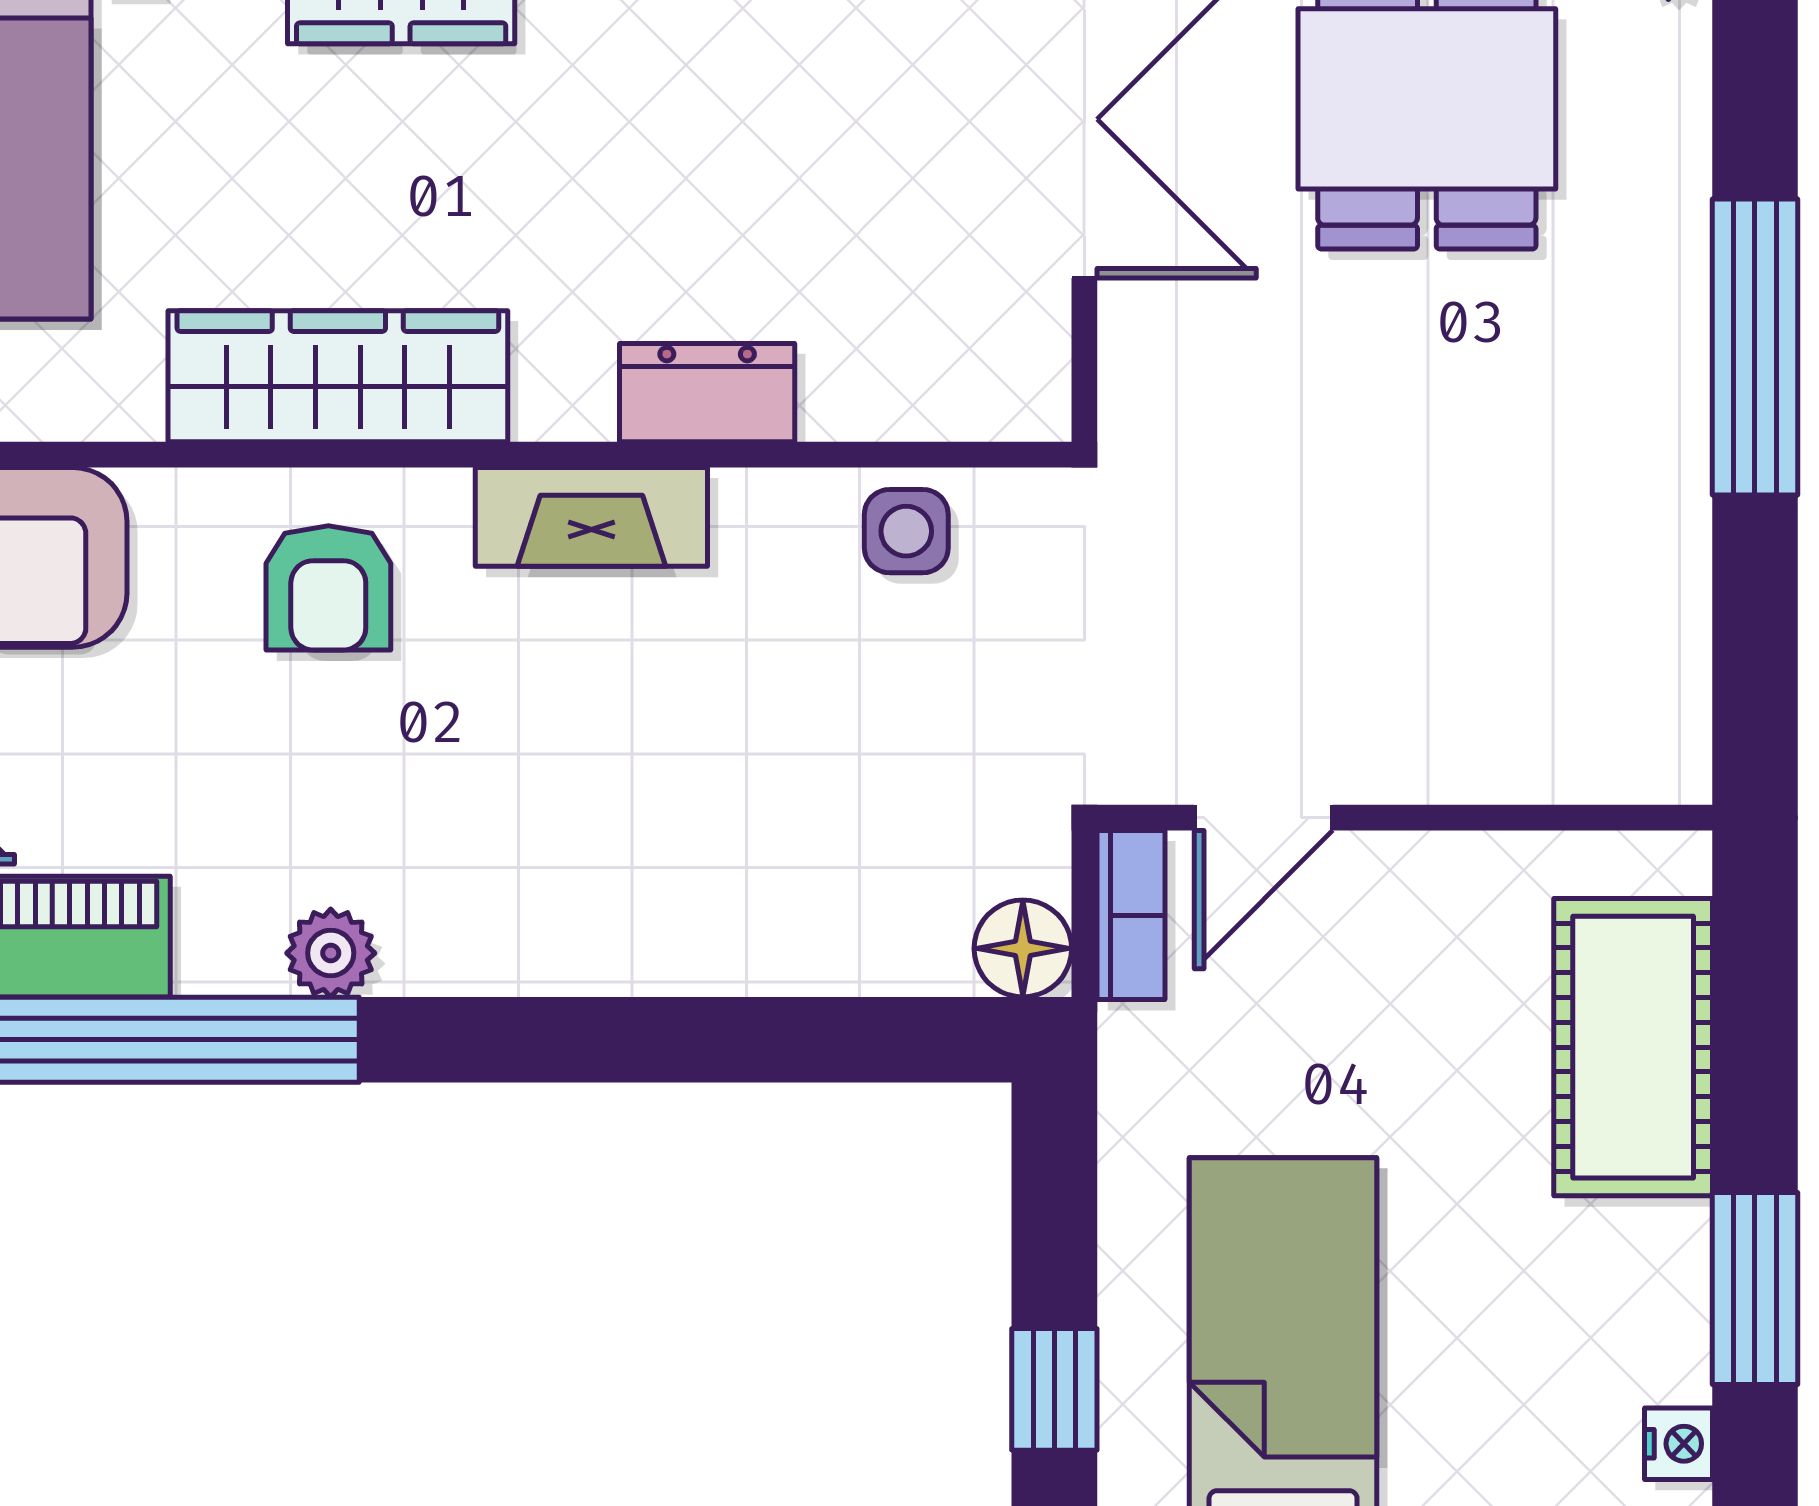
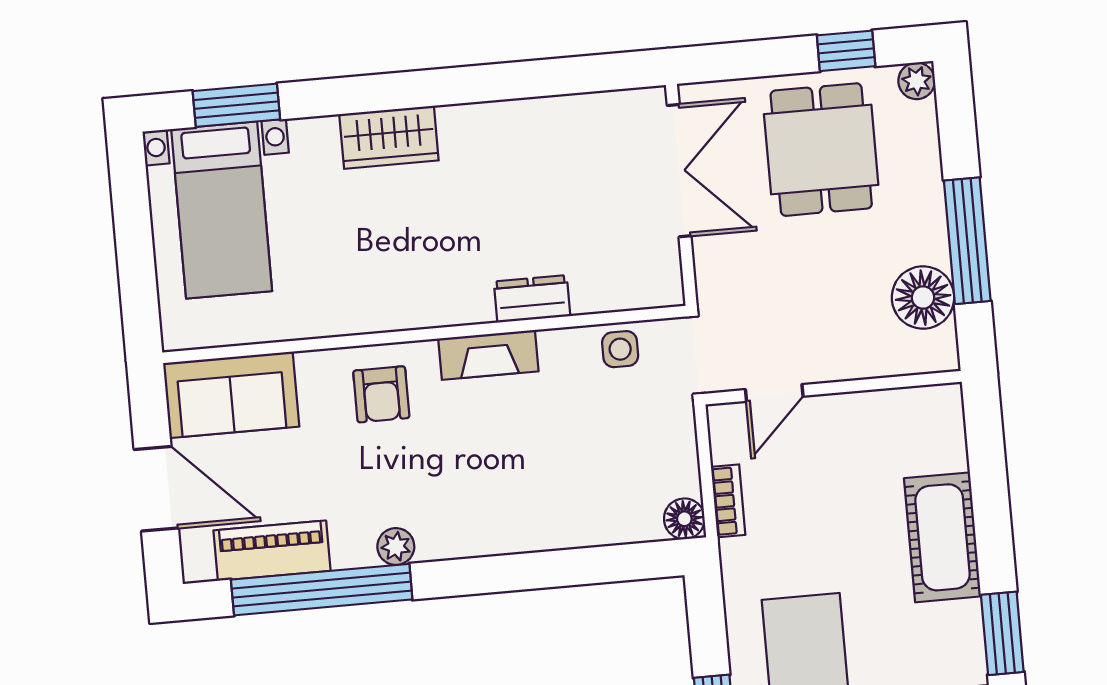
wardrobe: (338, 376) -> (377, 306), removed
floor lamp: (1638, 473) -> (923, 298), added
door: (1264, 818) -> (774, 393), moved
wall: (1405, 818) -> (833, 388), moved

